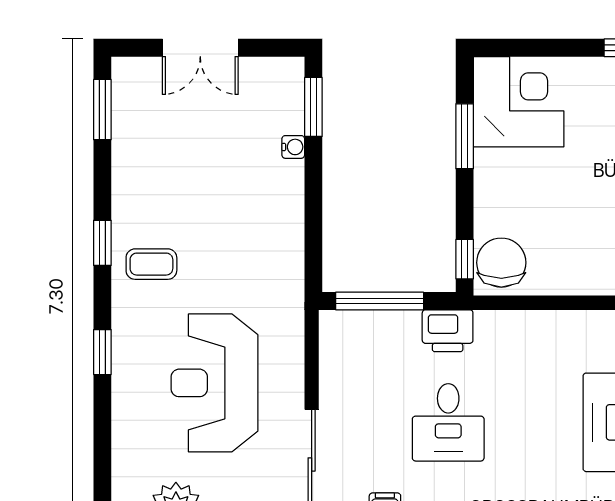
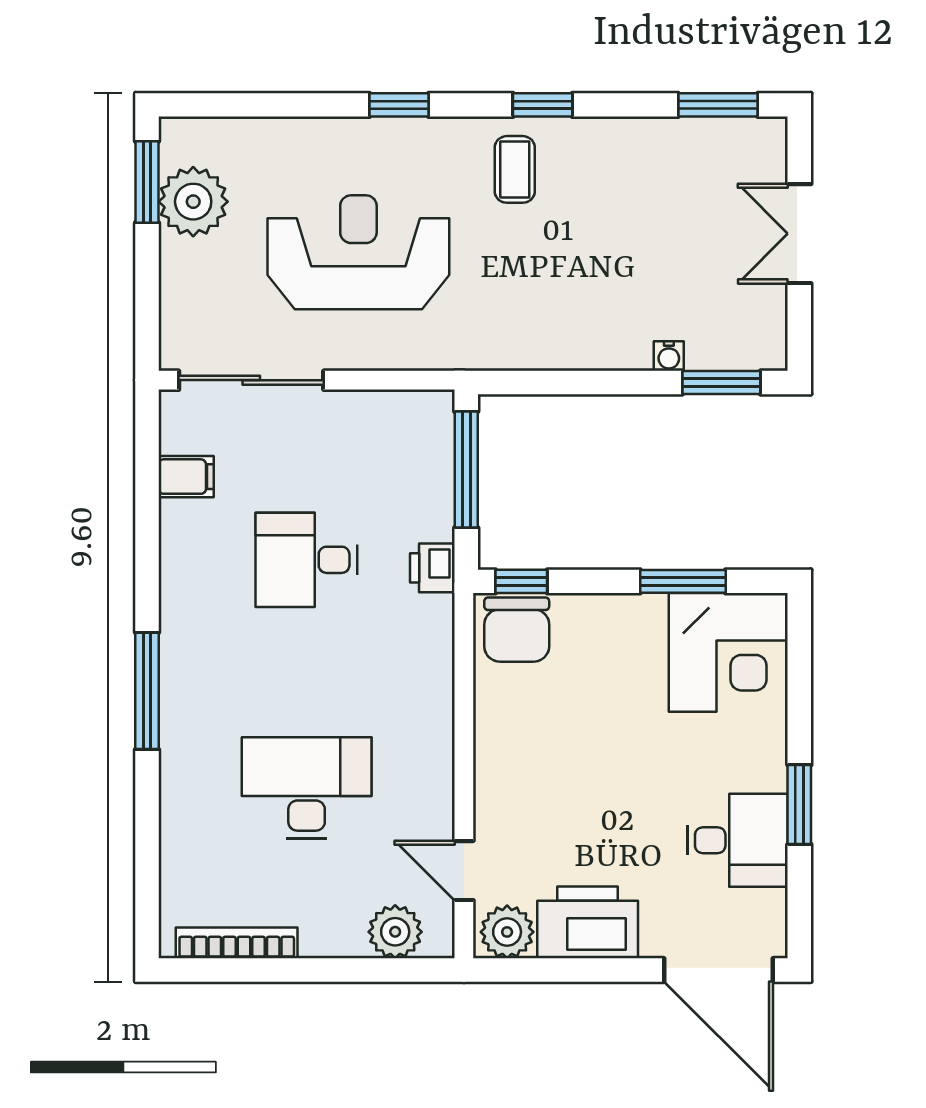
chair: (501, 263) -> (517, 630), turned 90
printer: (448, 331) -> (432, 568), width x0.73, depth x0.81

